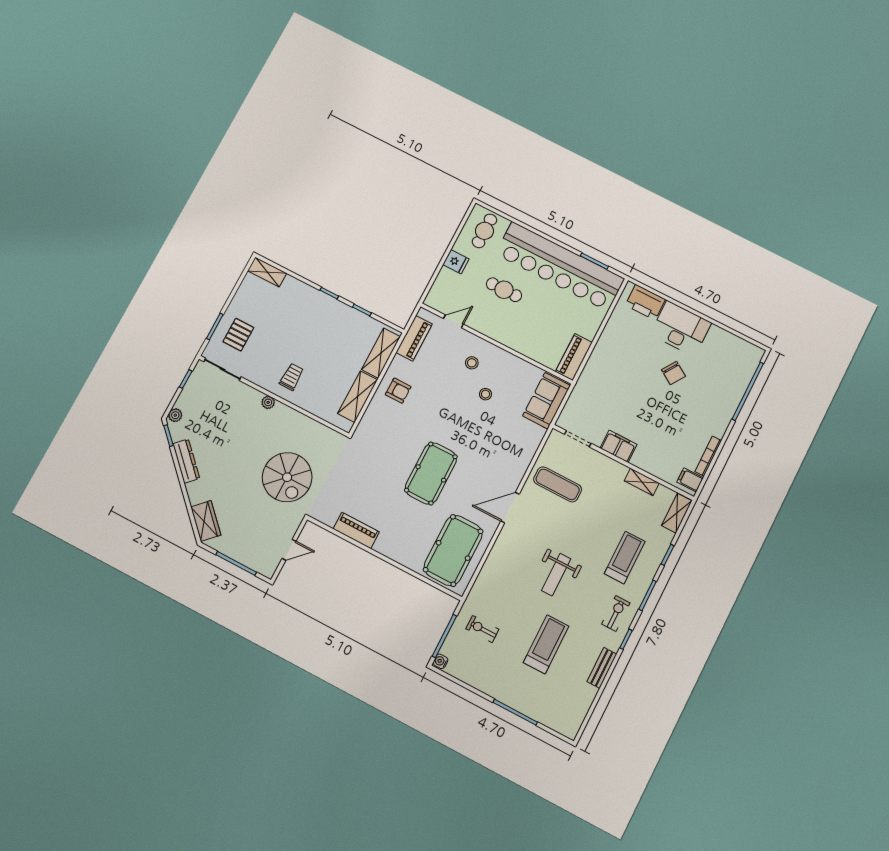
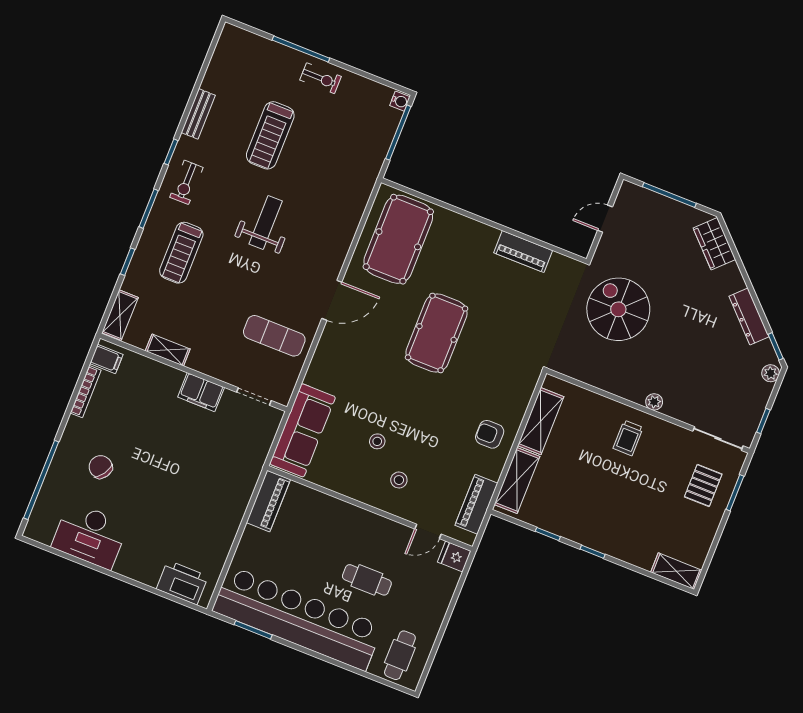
fridge: (456, 262) -> (454, 557), moved
desk: (681, 329) -> (90, 535), moved
chair: (673, 373) -> (101, 467), moved
sofa: (546, 401) -> (303, 430), width x1.36
exercise bike: (482, 629) -> (321, 78), moved

